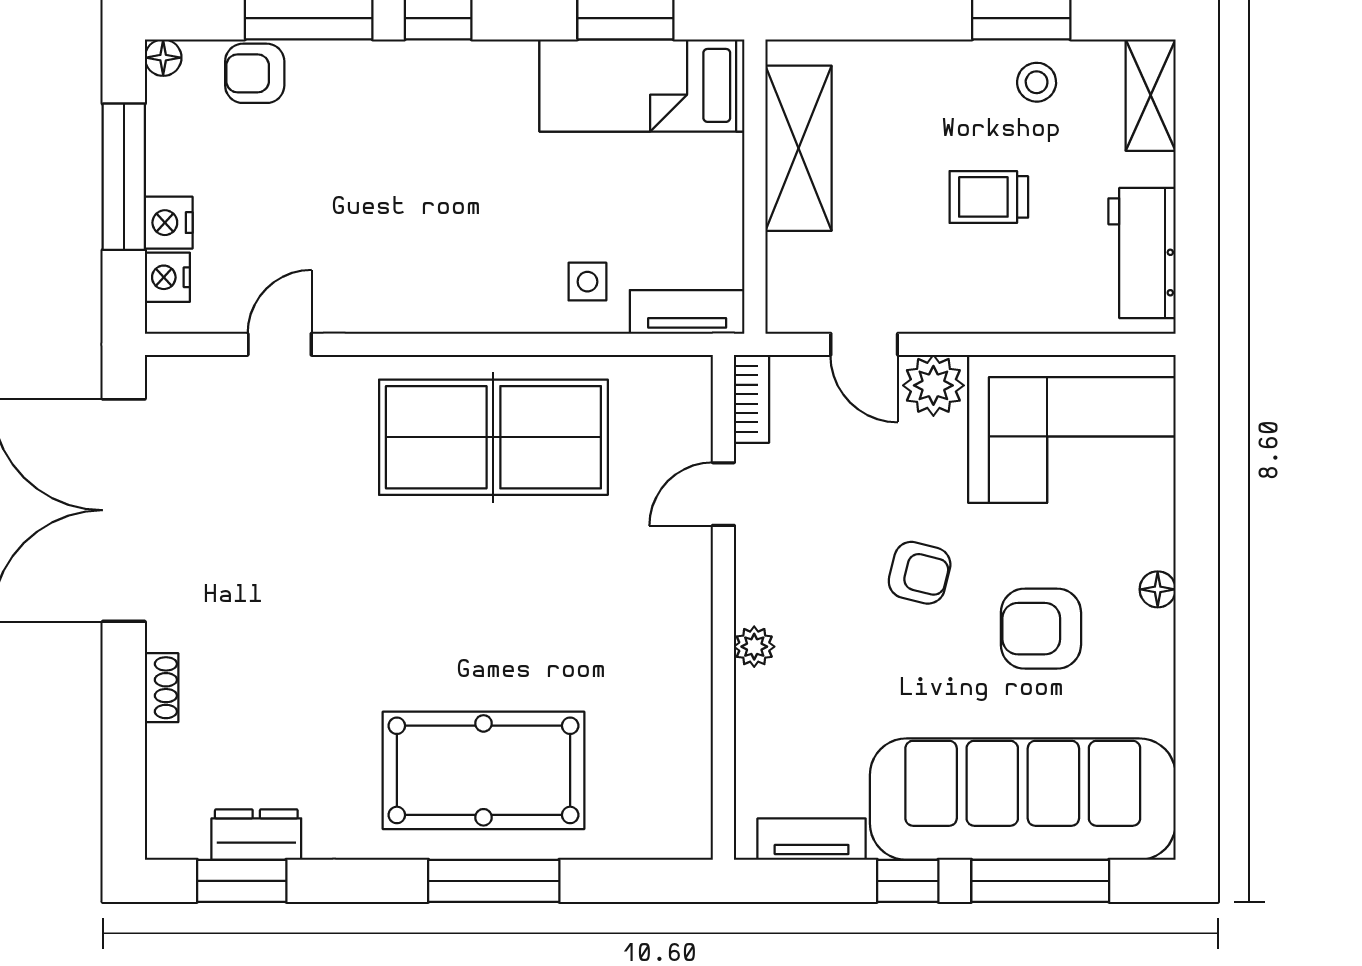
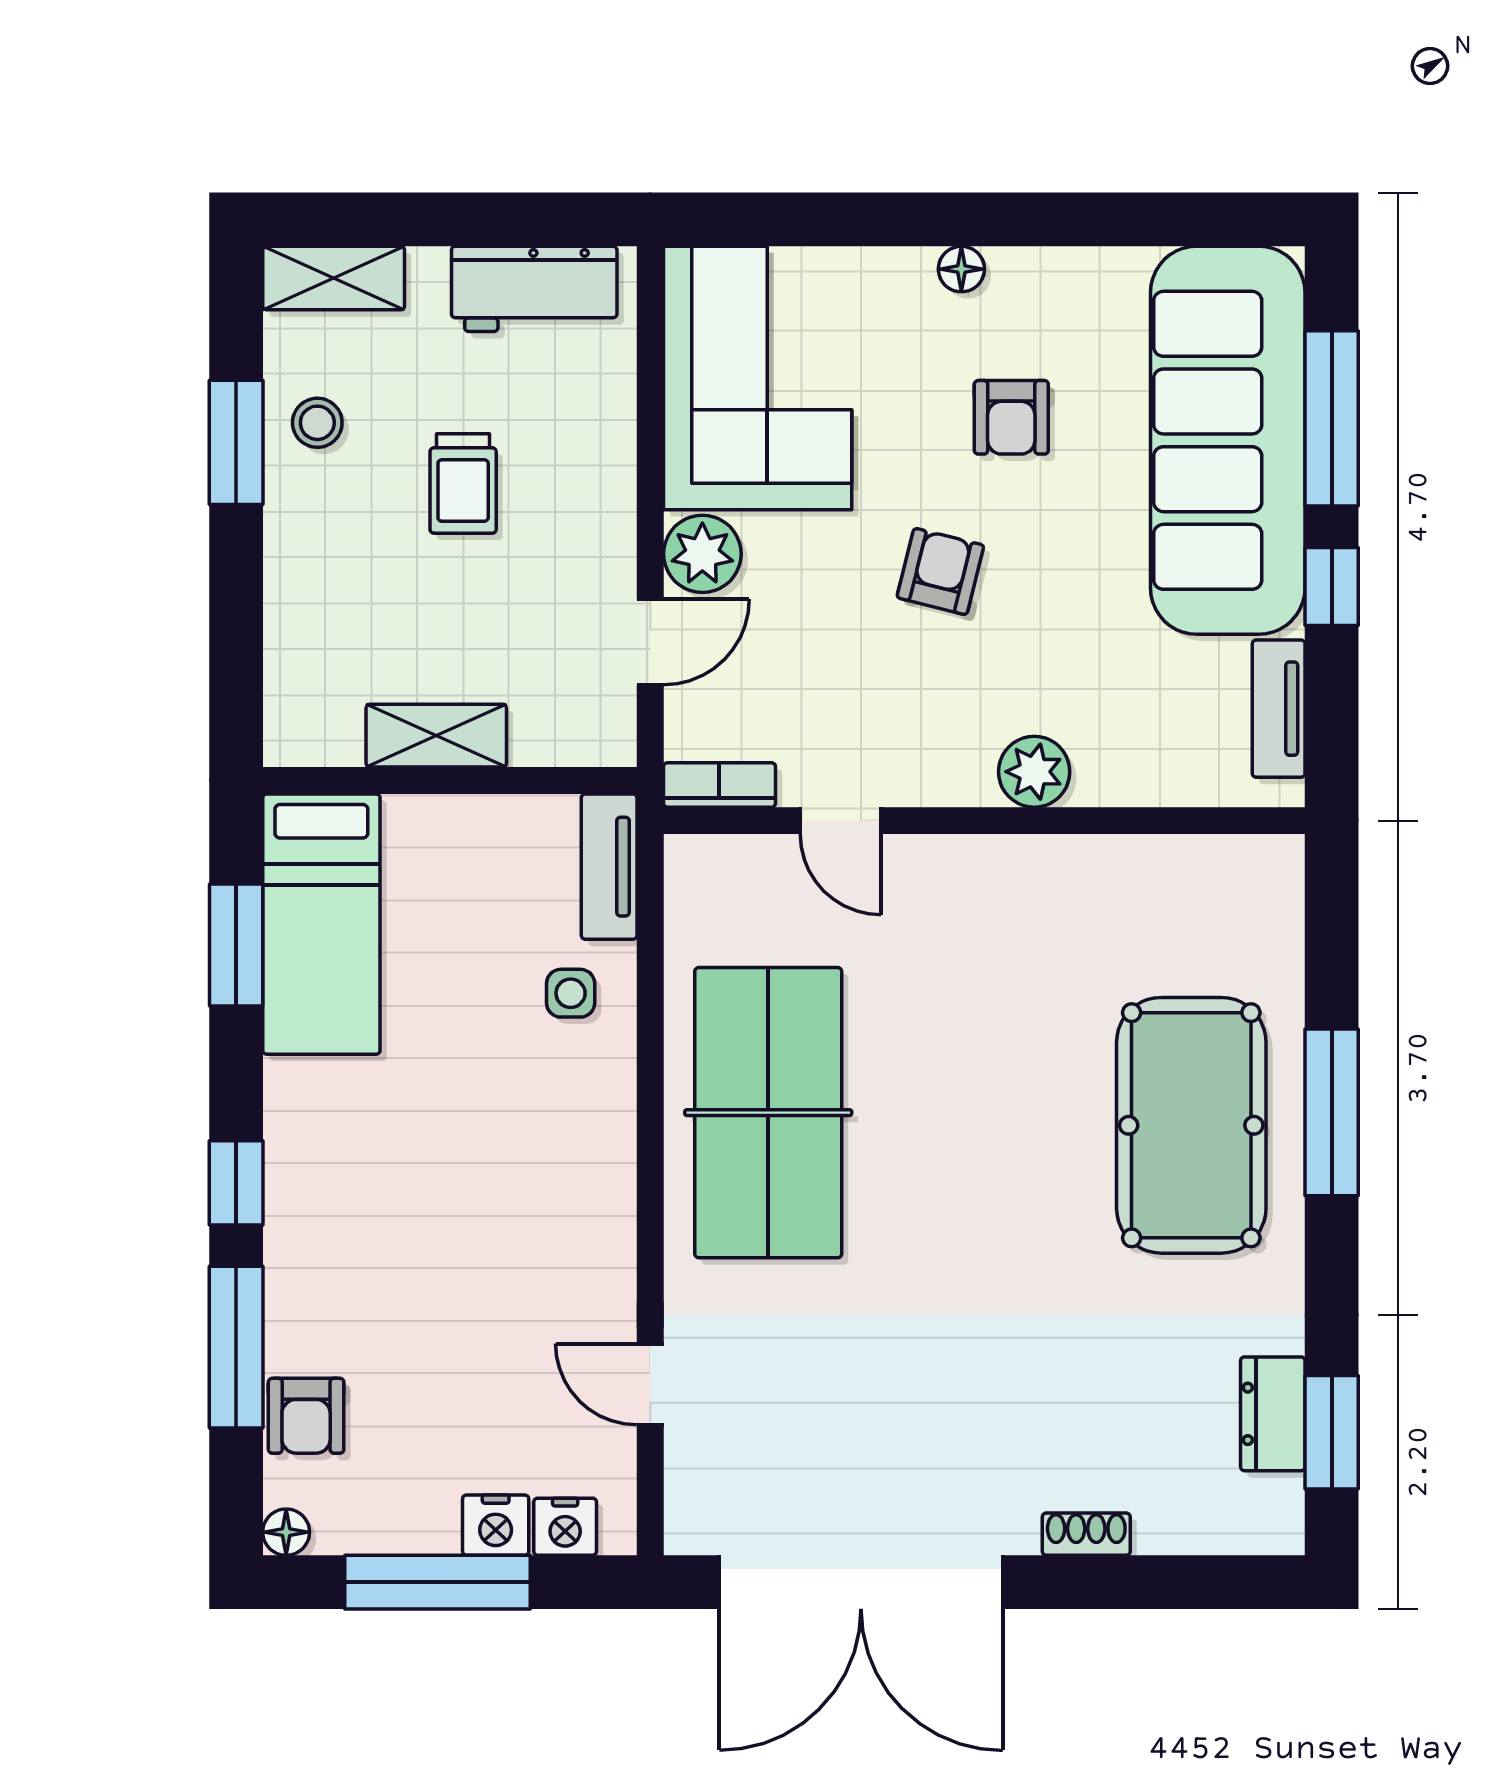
shelving: (799, 148) -> (436, 736), width x0.67, depth x0.75
armchair: (1041, 629) -> (1011, 417), width x0.72, depth x0.72
plant: (754, 647) -> (1034, 772), width x1.38, depth x1.38

